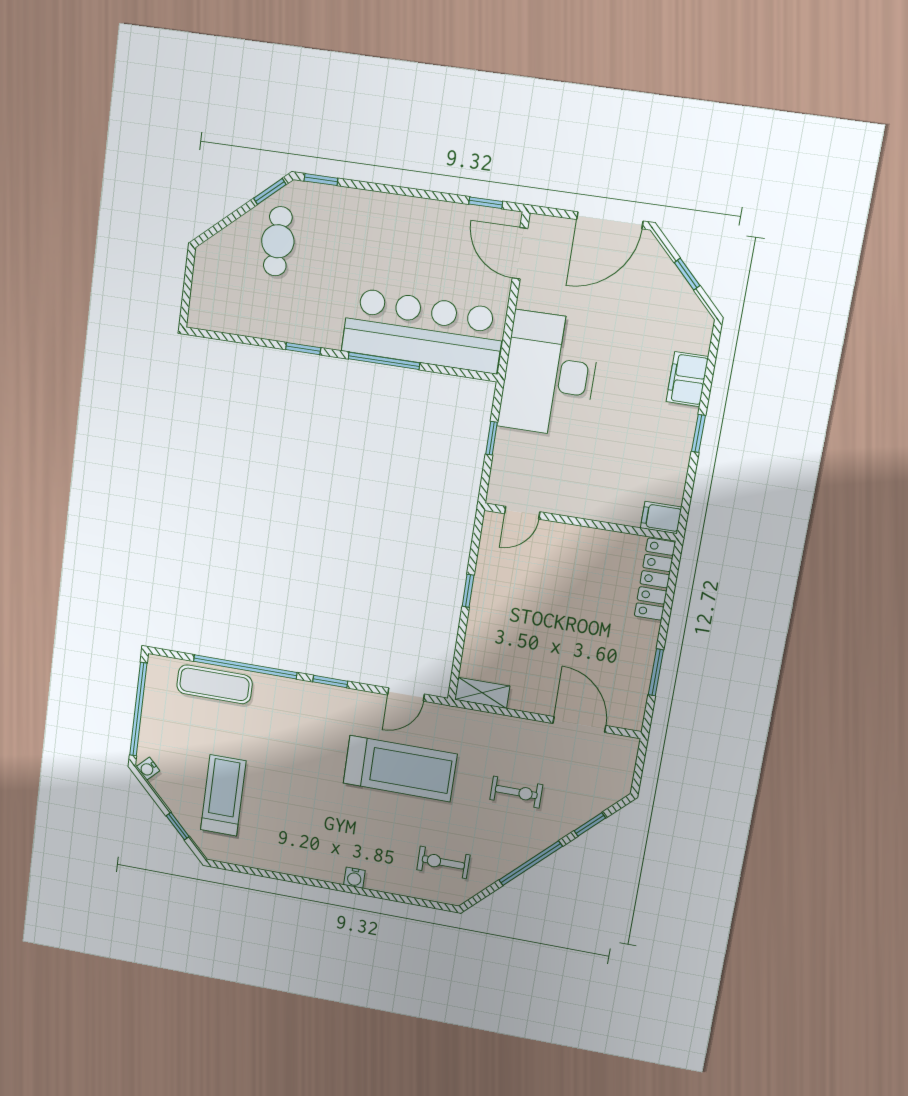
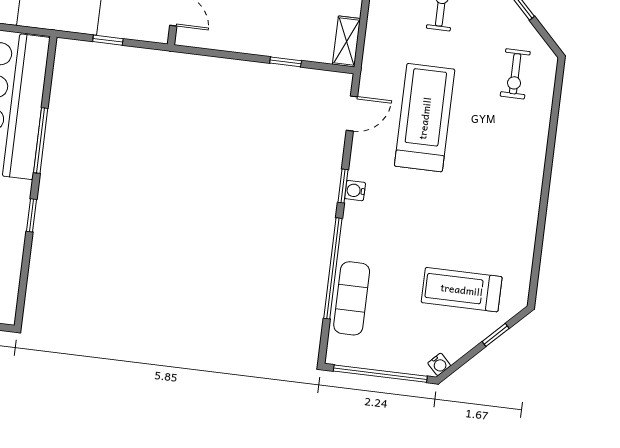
window: (468, 591) -> (286, 62), moved
door: (406, 695) -> (352, 113), hinge flipped
water cooler: (354, 878) -> (355, 191), moved, turned 180

